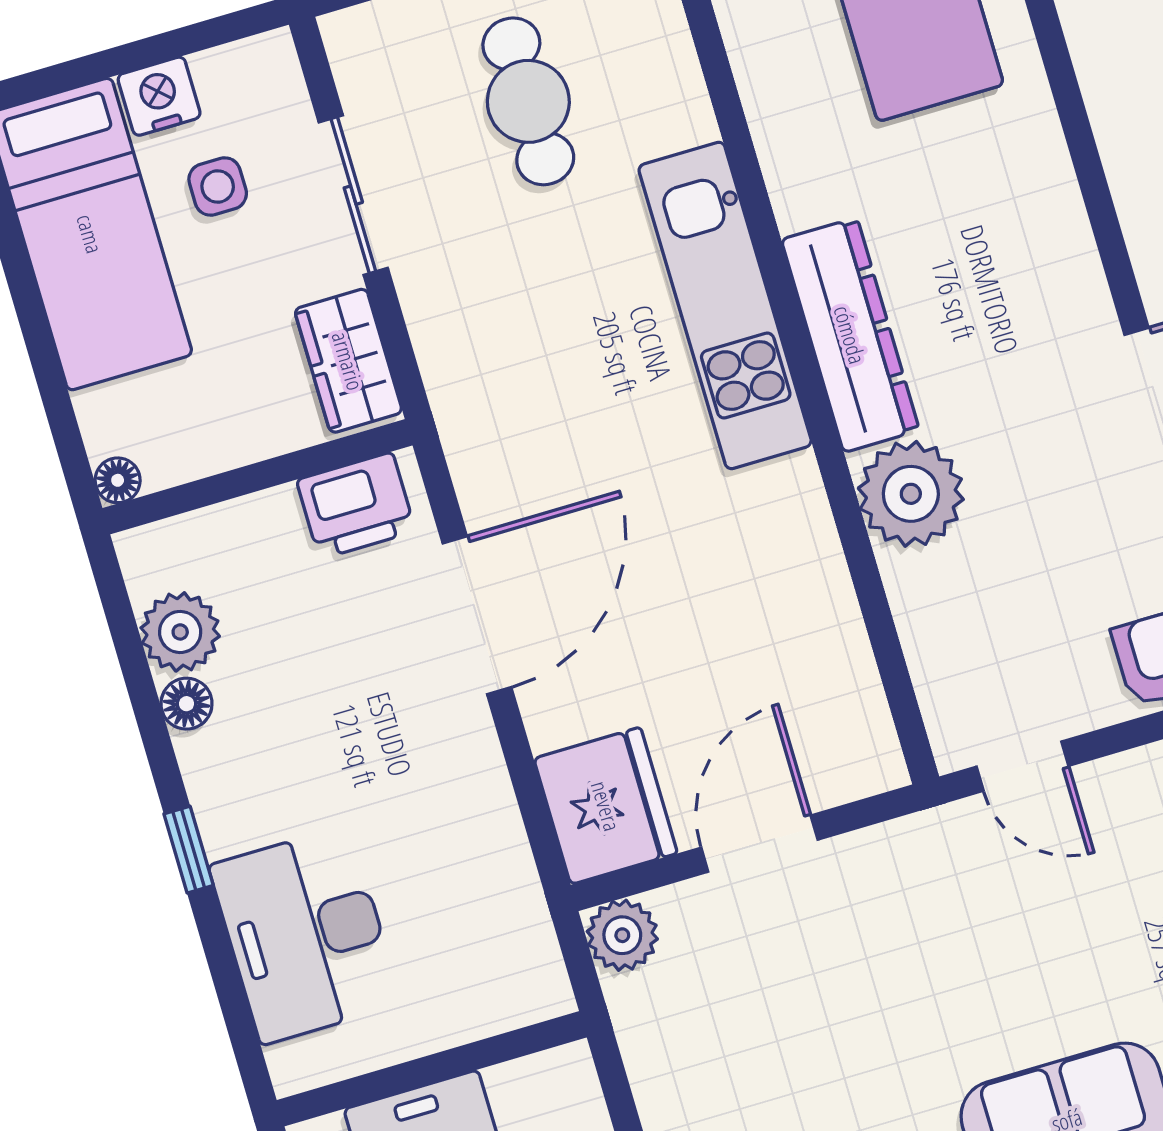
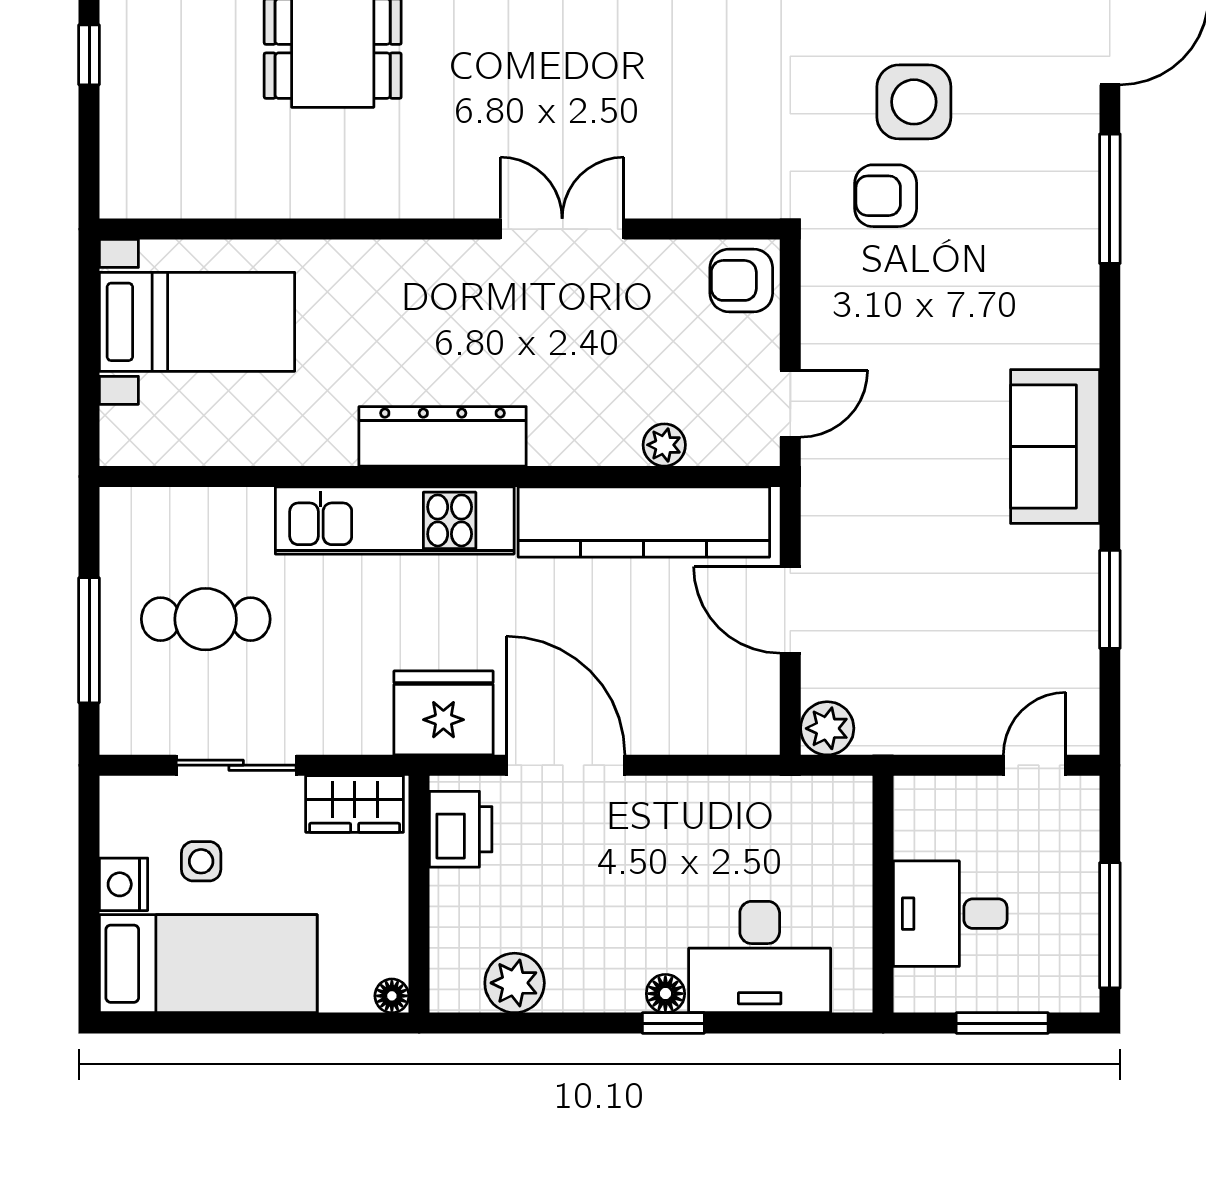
plant: (911, 494) -> (664, 445), moved, width x0.53, depth x0.53
kitchen counter: (817, 624) -> (644, 522), added
floor lamp: (187, 704) -> (665, 994), moved
fridge: (606, 806) -> (443, 713), moved

